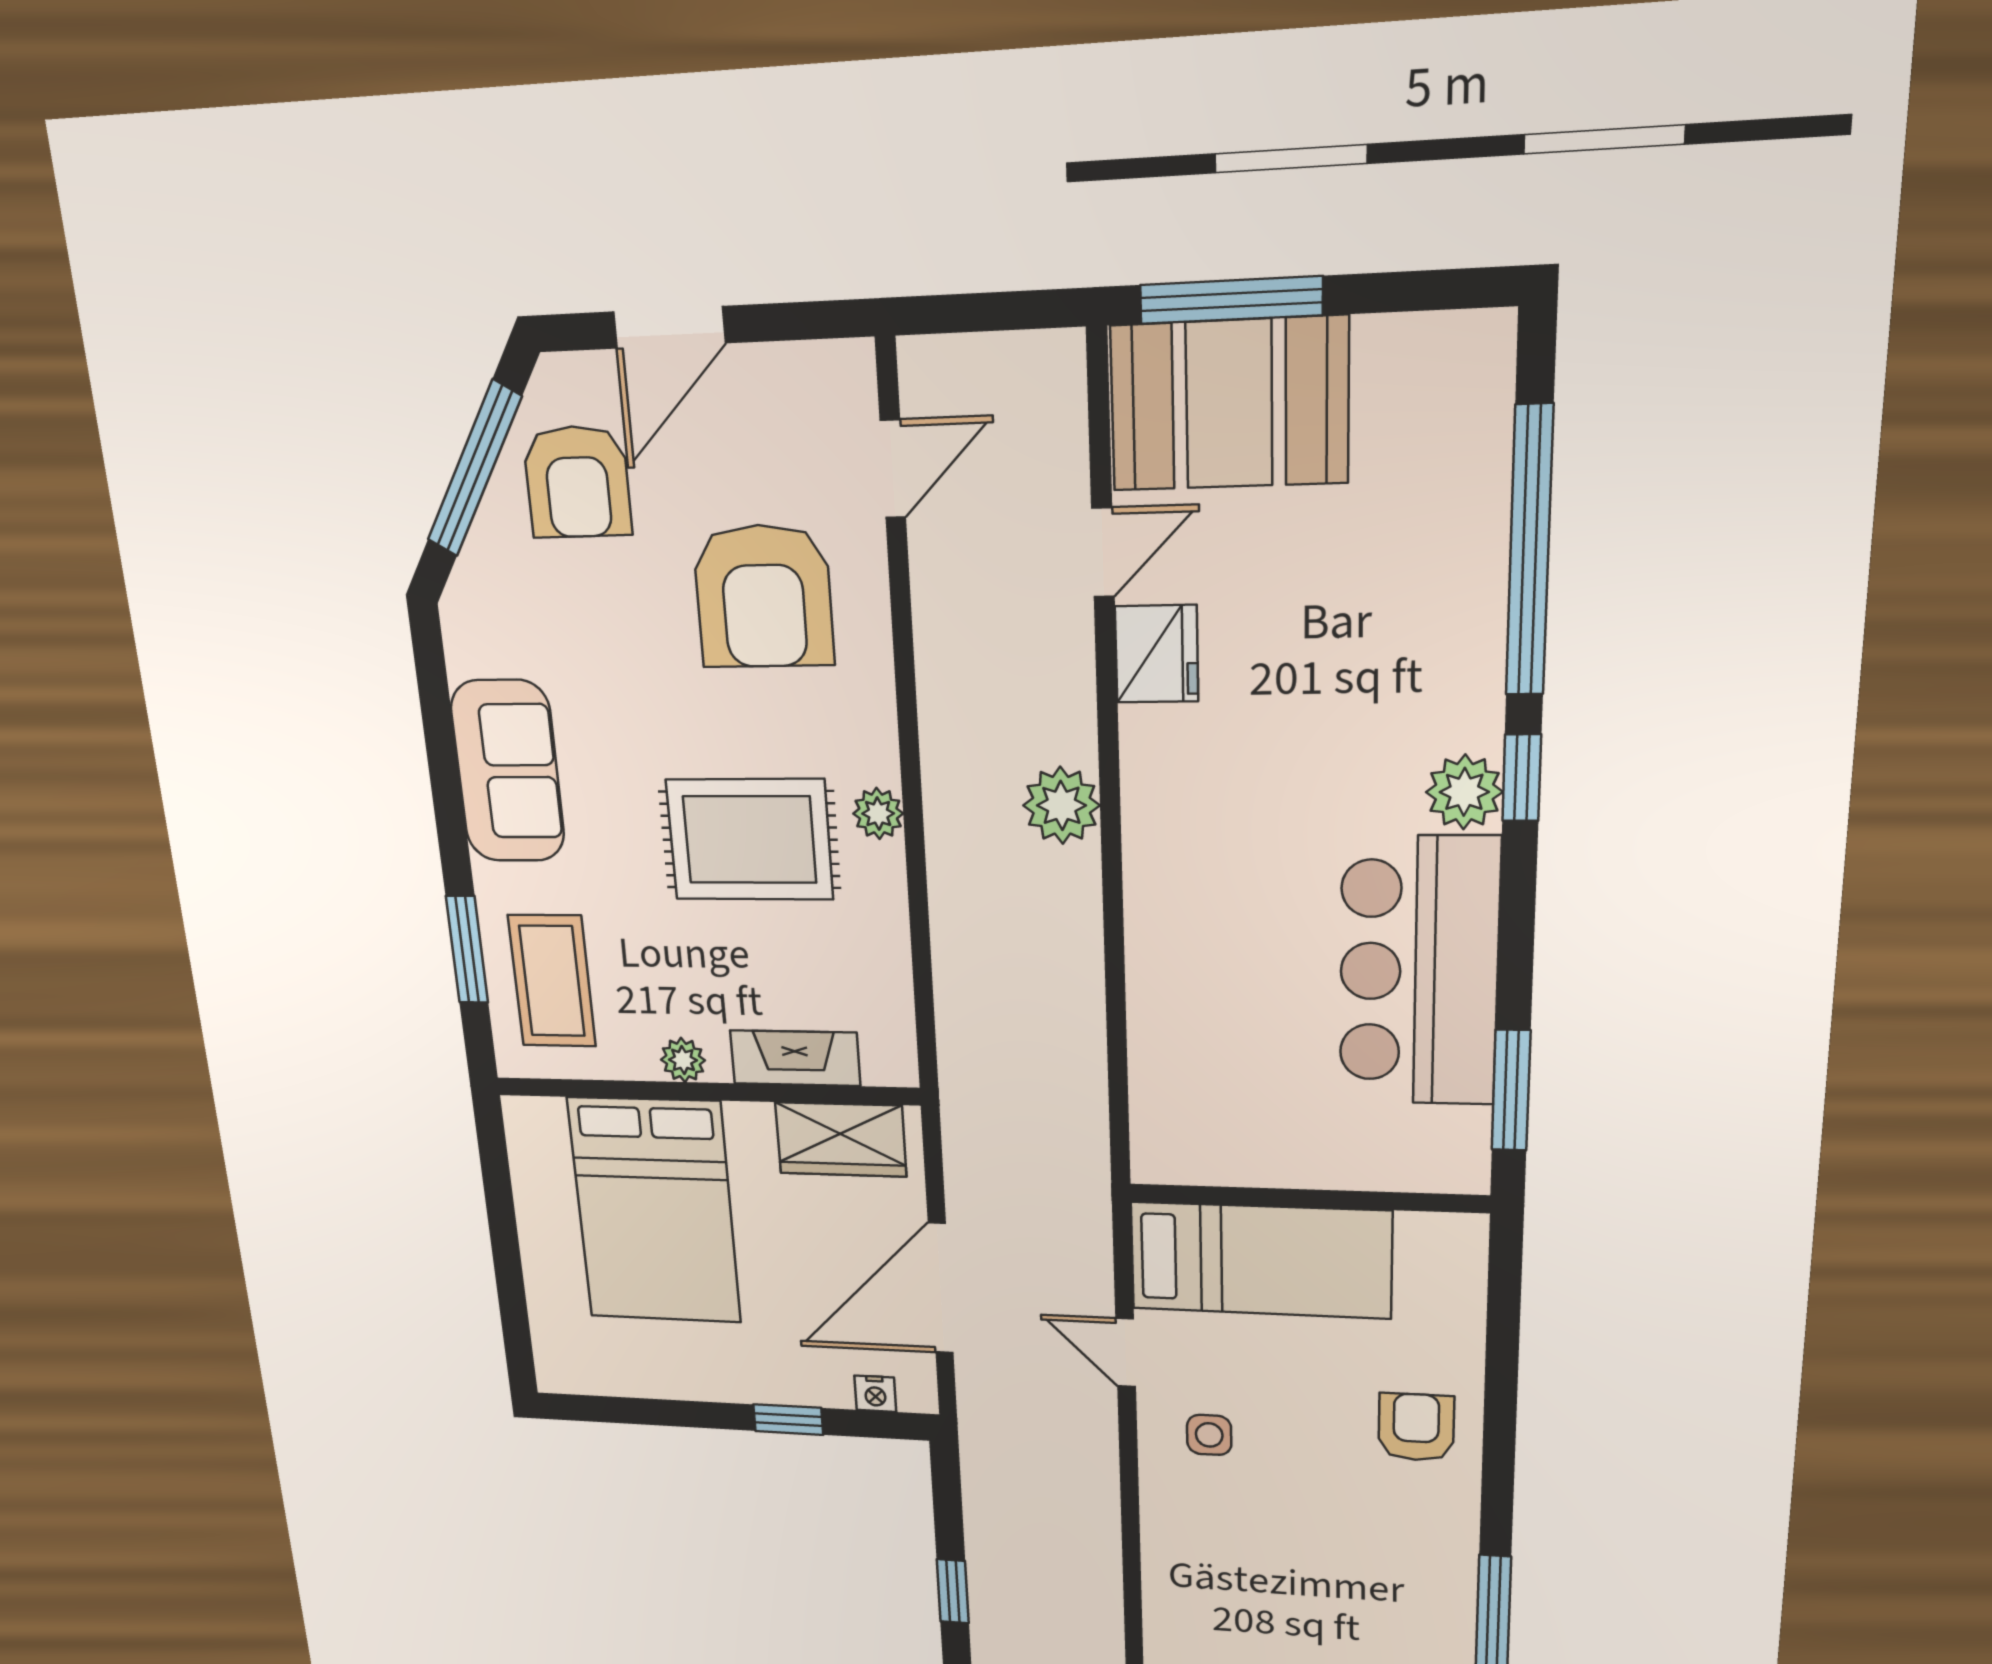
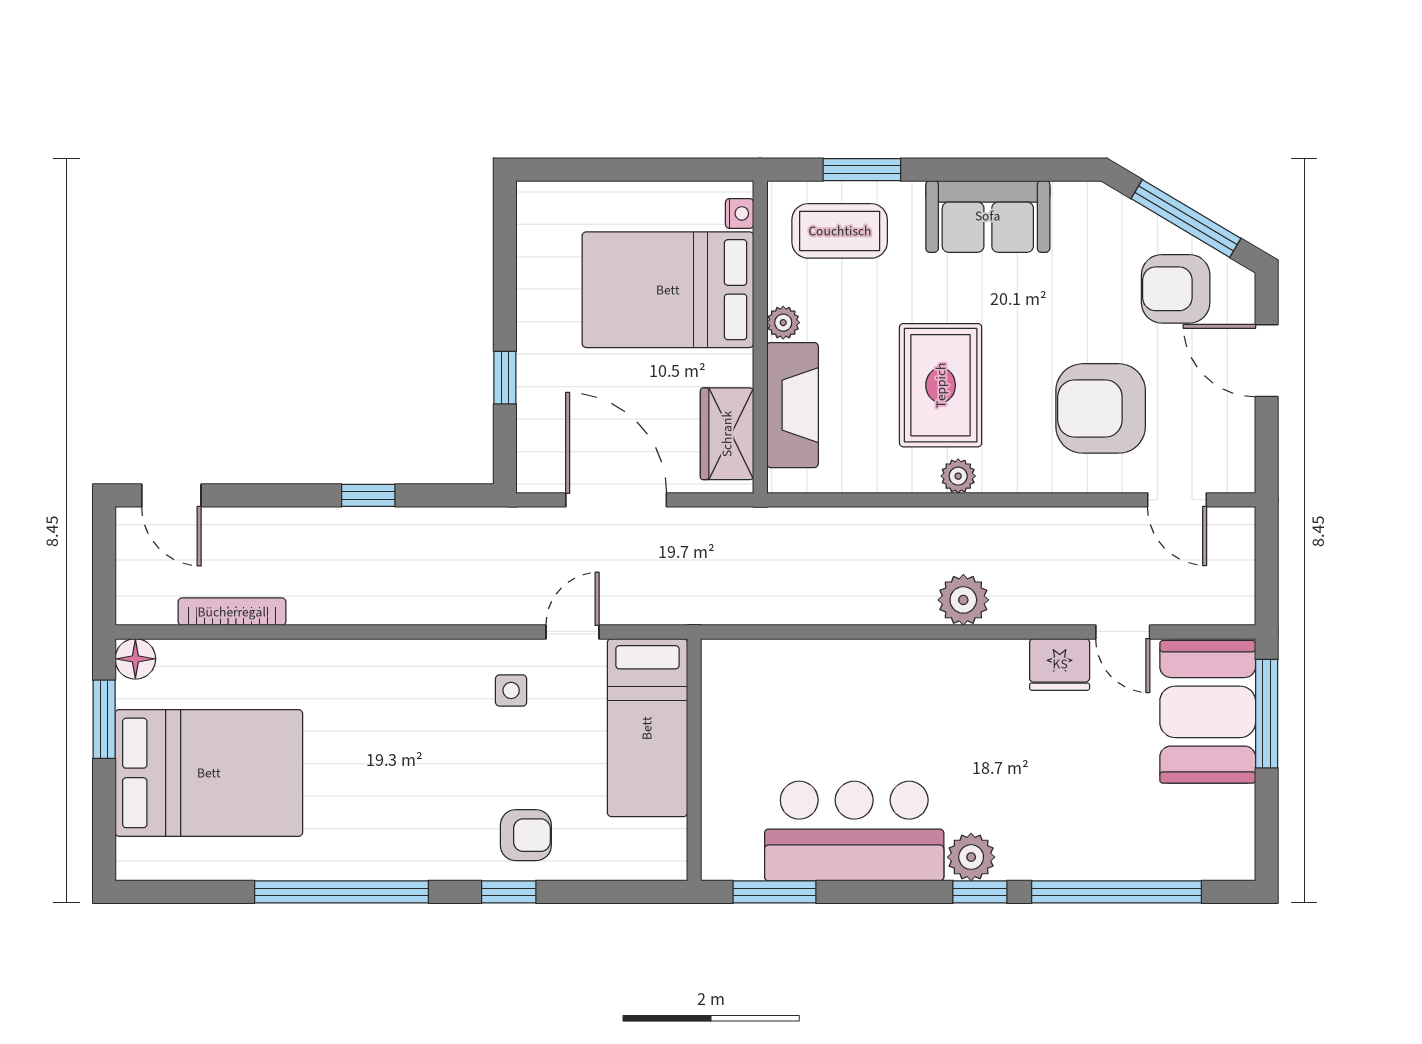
fireplace: (795, 1058) -> (793, 405), width x1.37, depth x1.32
nightstand: (875, 1394) -> (740, 213), moved, turned 180
window: (1499, 1454) -> (509, 892), added

